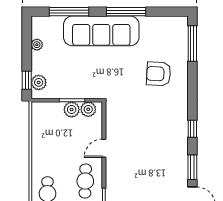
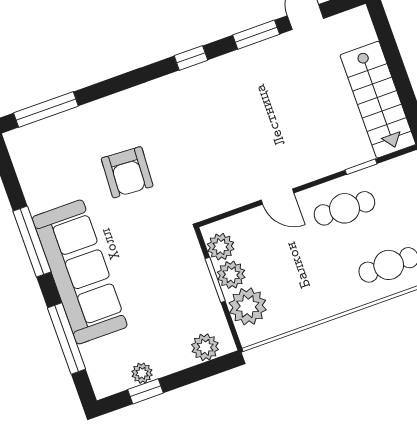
armchair: (159, 74) -> (127, 172), moved
window: (27, 80) -> (145, 391), moved
plant: (52, 112) -> (248, 306), added

